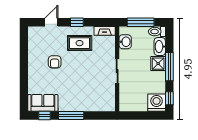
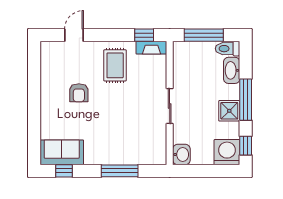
window: (77, 22) -> (144, 35), moved
washbasin: (125, 42) -> (181, 155), moved
rug: (80, 43) -> (115, 65), turned 90
shower: (158, 64) -> (229, 111), moved
window: (71, 116) -> (120, 171), moved

